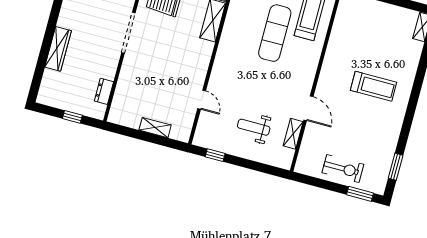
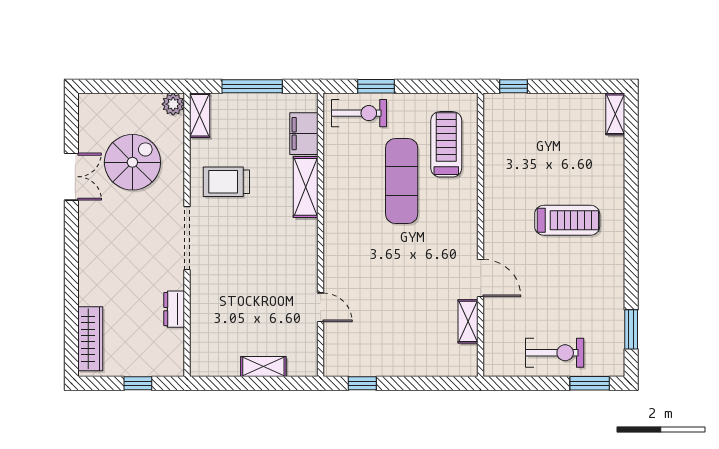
wardrobe: (58, 49) -> (90, 339), moved
dresser: (104, 91) -> (174, 309), moved
weight bench: (254, 127) -> (408, 327), removed

